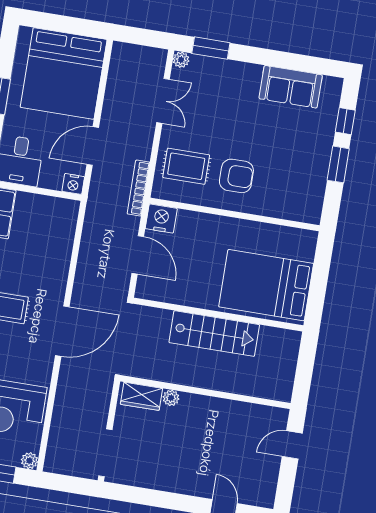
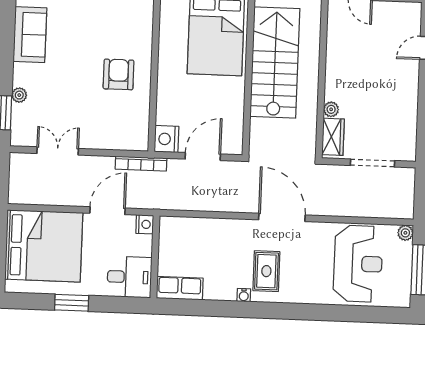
plant: (181, 60) -> (19, 95), moved
door: (93, 146) -> (107, 211), swing flipped
rug: (186, 166) -> (115, 122), removed
stairs: (214, 334) -> (275, 63), width x1.36, depth x1.51
doorway: (105, 453) -> (372, 163), moved

